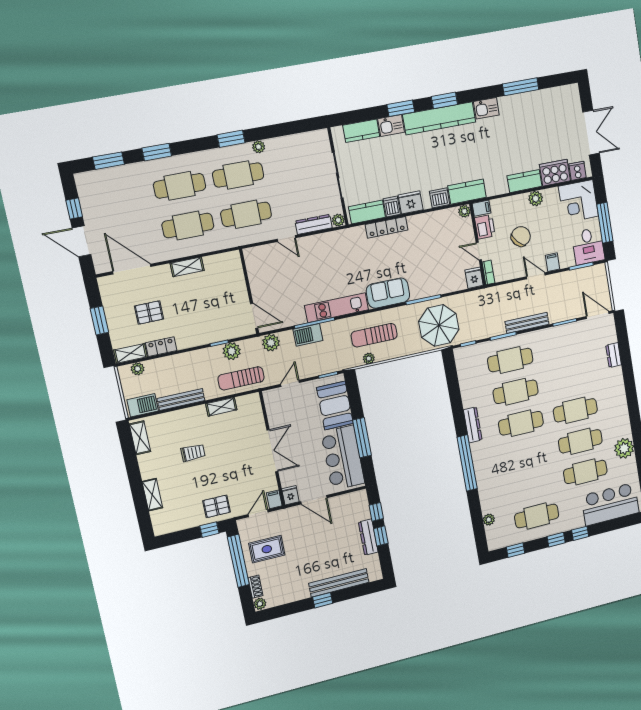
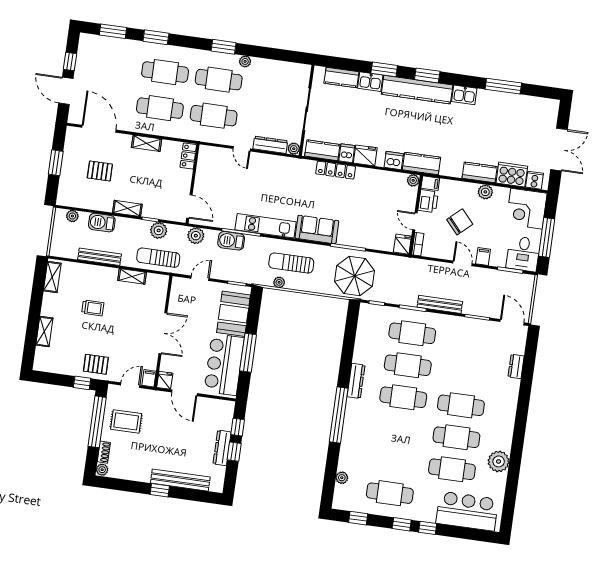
locker: (161, 347) -> (188, 156), moved, turned -90
shelving: (130, 353) -> (127, 208), moved
barbecue: (143, 405) -> (102, 223), moved, turned 180

